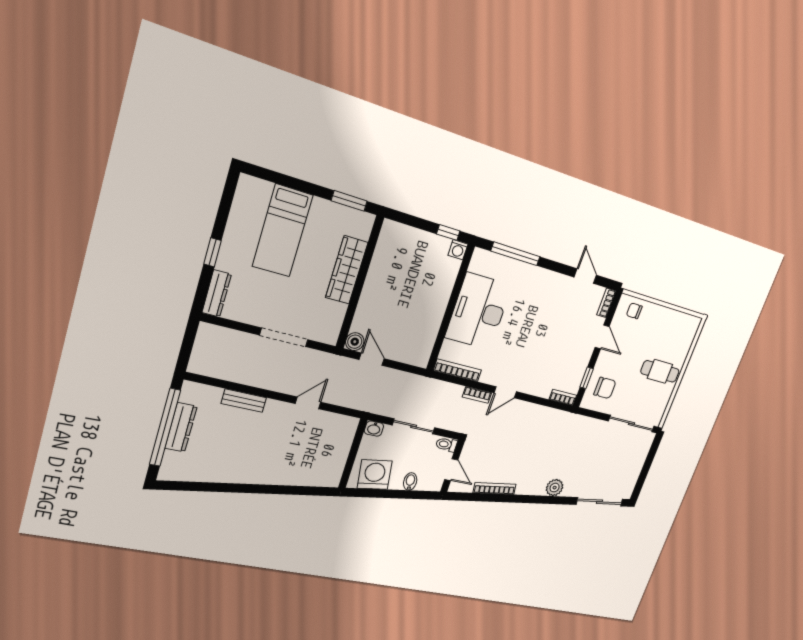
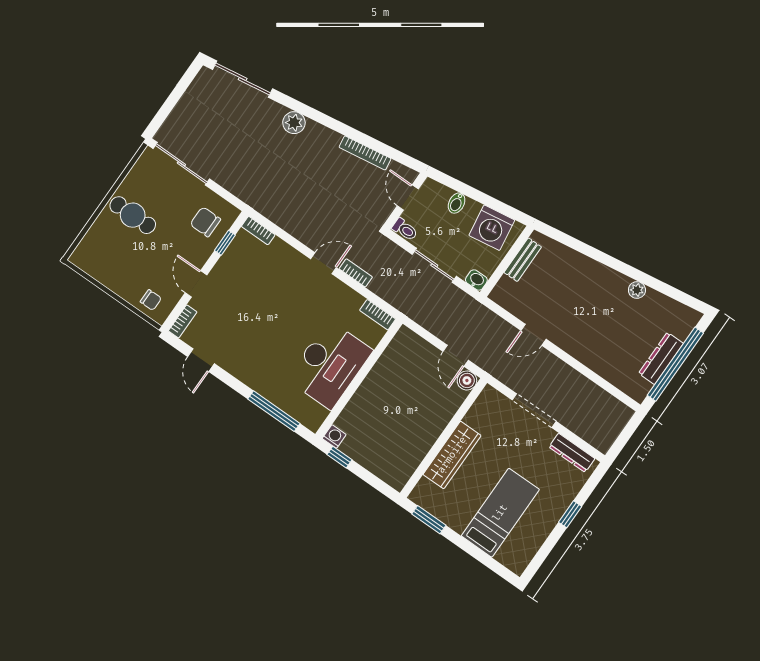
dresser: (217, 293) -> (572, 453), moved, turned -90
bookcase: (457, 370) -> (378, 315), width x0.64
bench: (244, 401) -> (523, 260), moved, turned 90
plant: (228, 476) -> (637, 290), added

